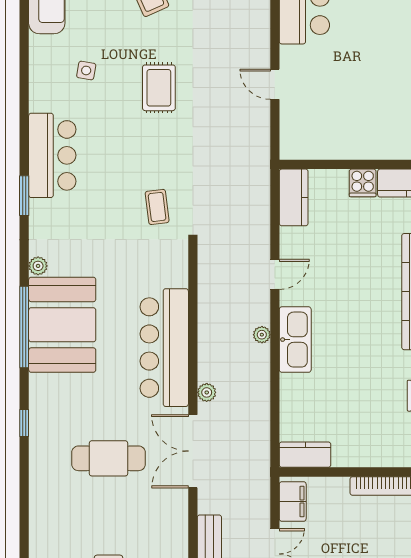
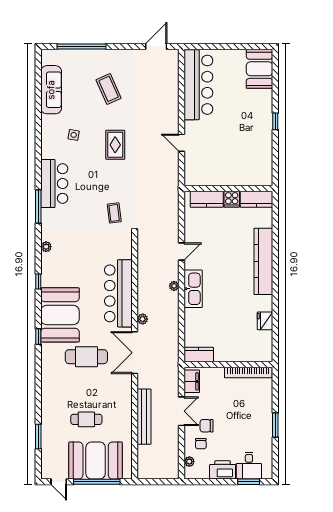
window: (24, 196) -> (38, 206), width x1.44
kitchen counter: (294, 197) -> (207, 199), moved, turned 90
booth: (62, 325) -> (60, 315), moved
window: (24, 327) -> (38, 282), width x0.32

